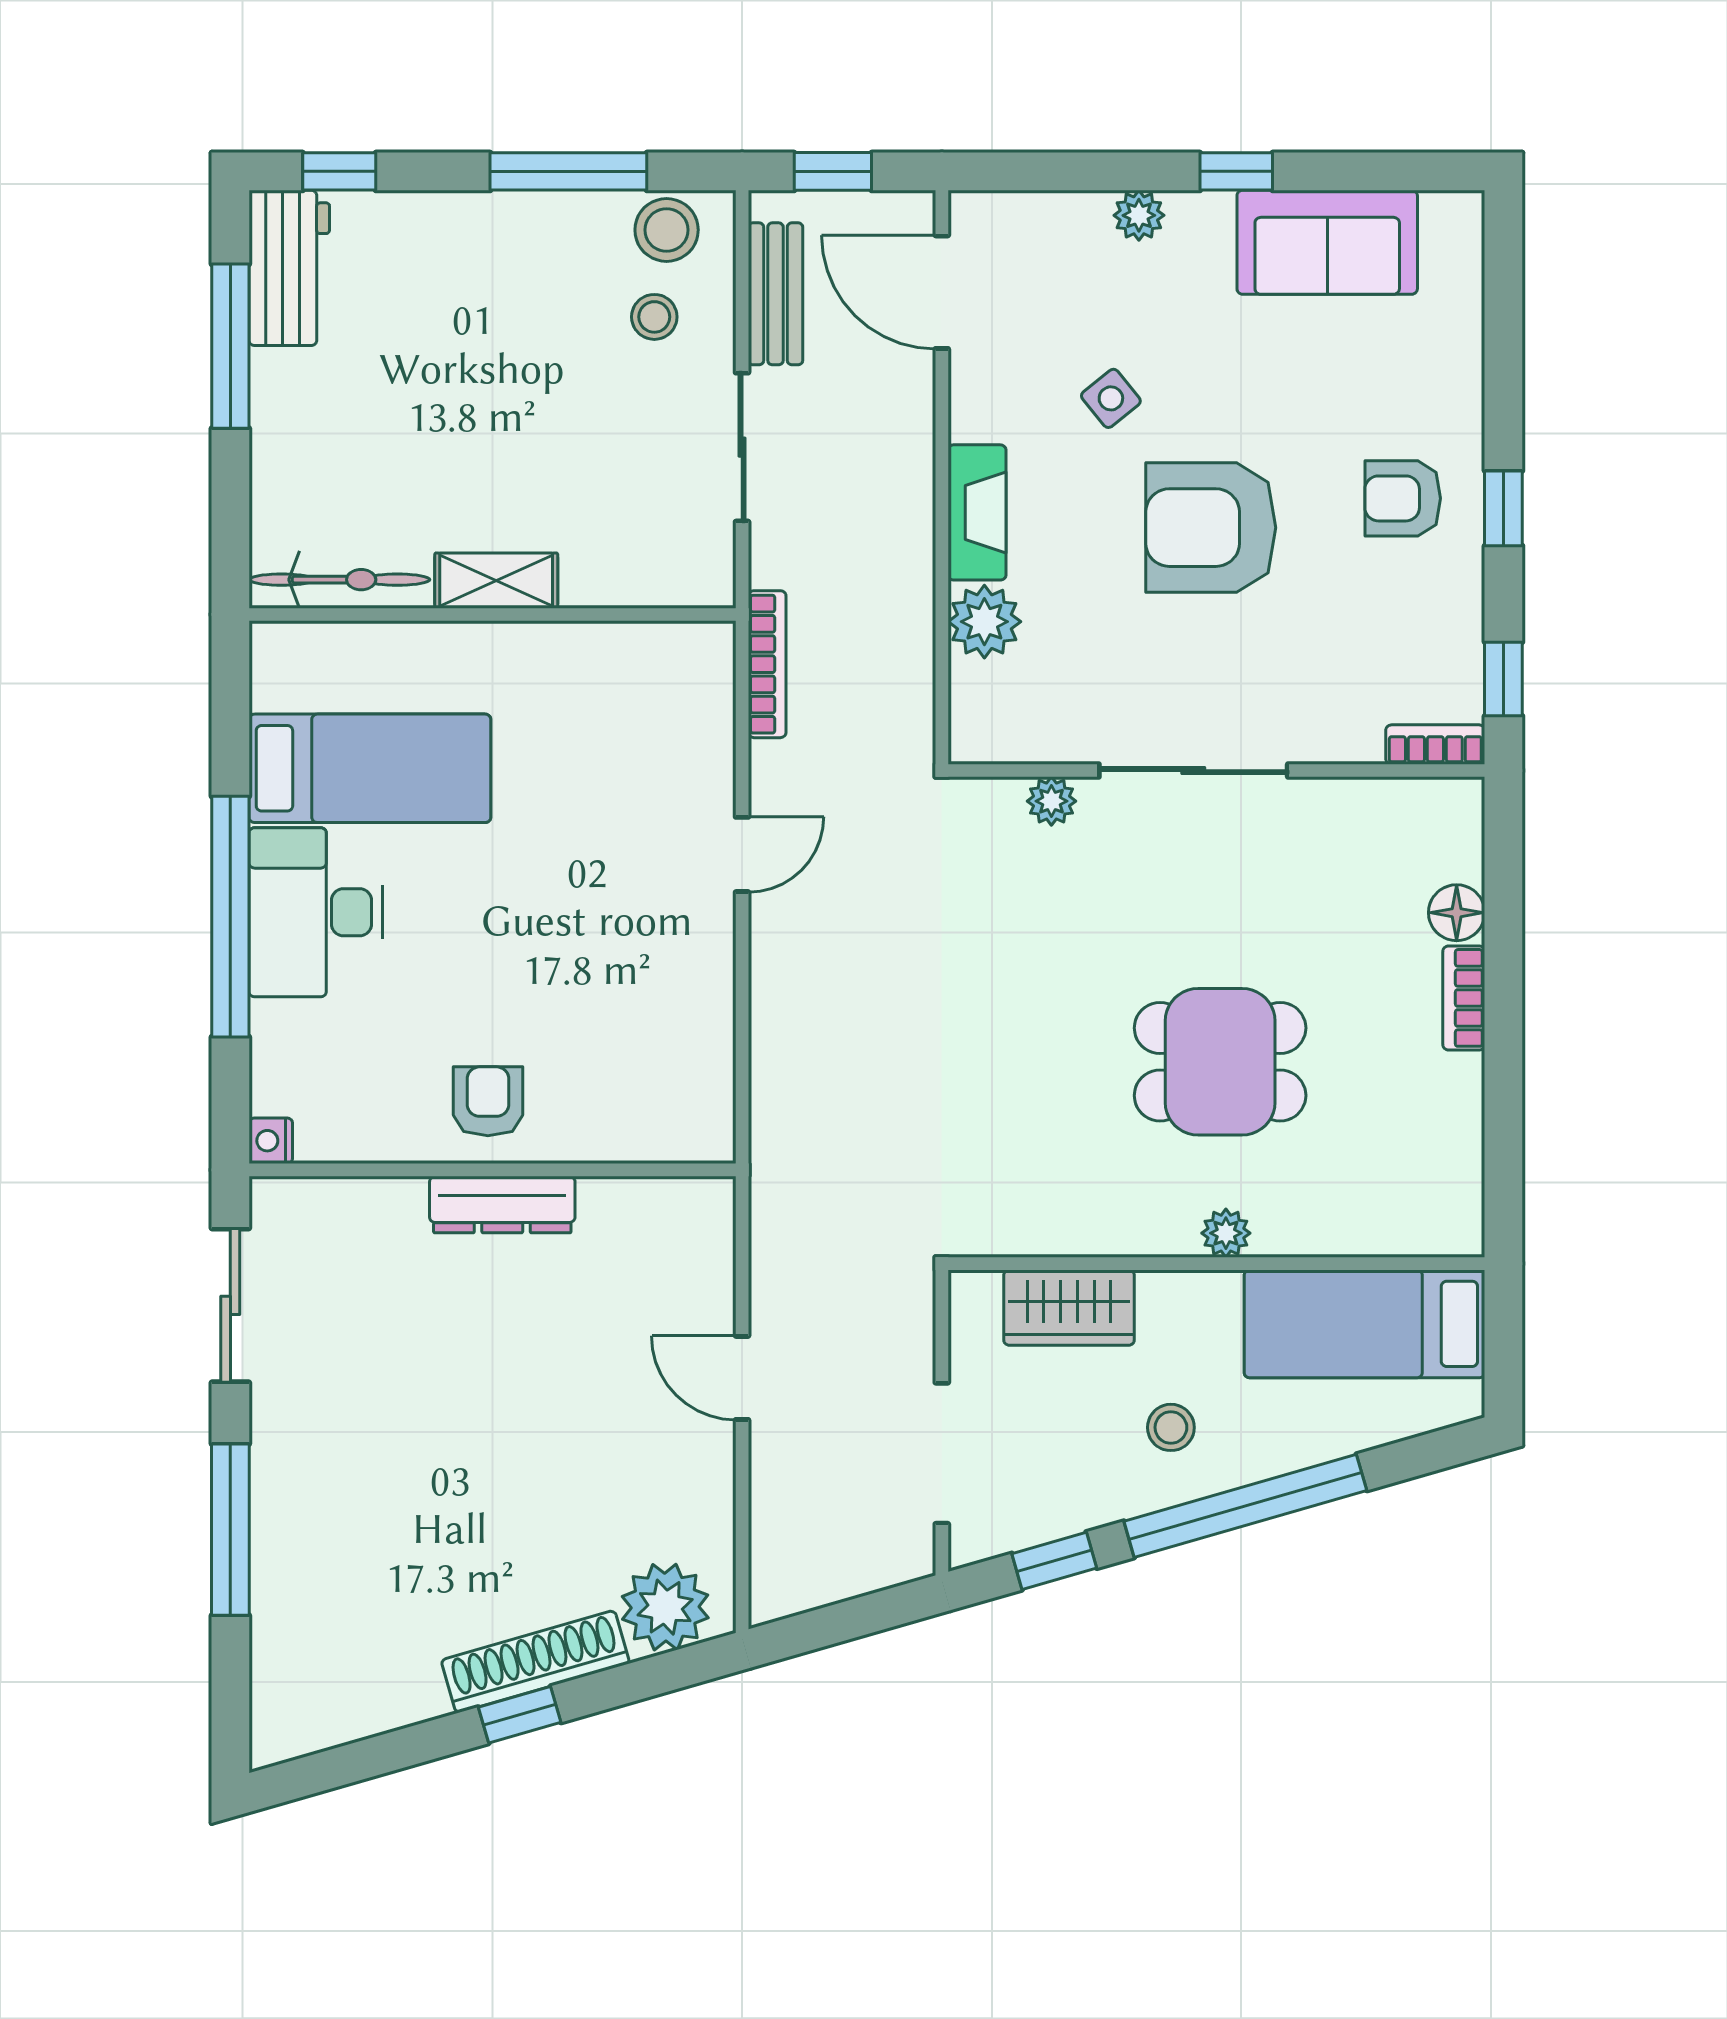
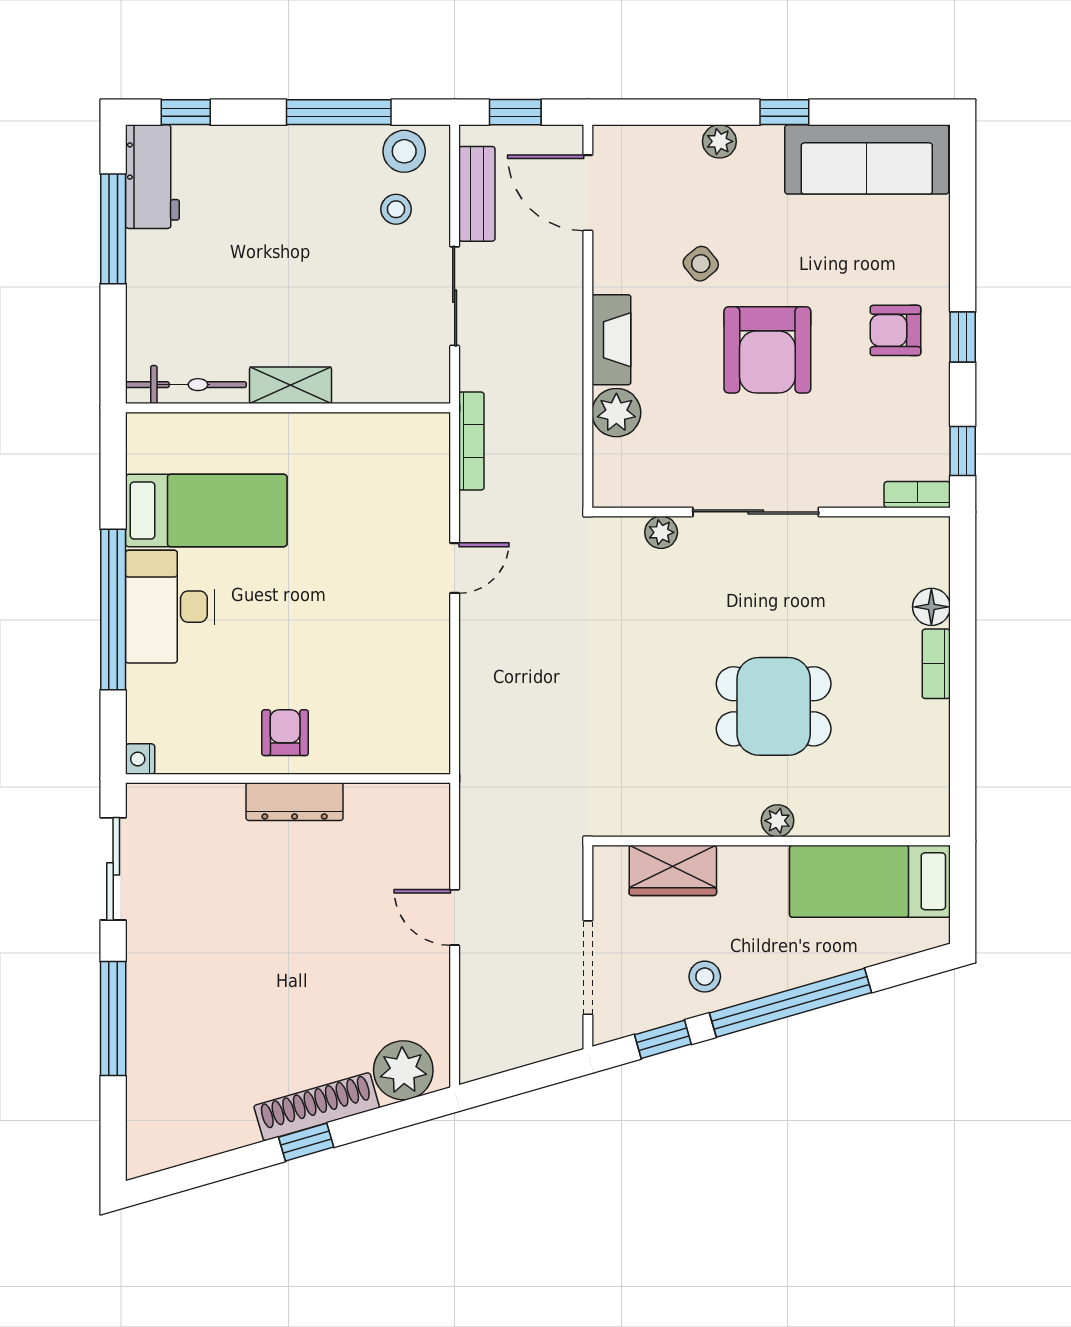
sofa: (1327, 242) -> (867, 159), width x1.36
armchair: (1211, 528) -> (767, 350), turned -90
stool: (1171, 1427) -> (705, 977), moved

